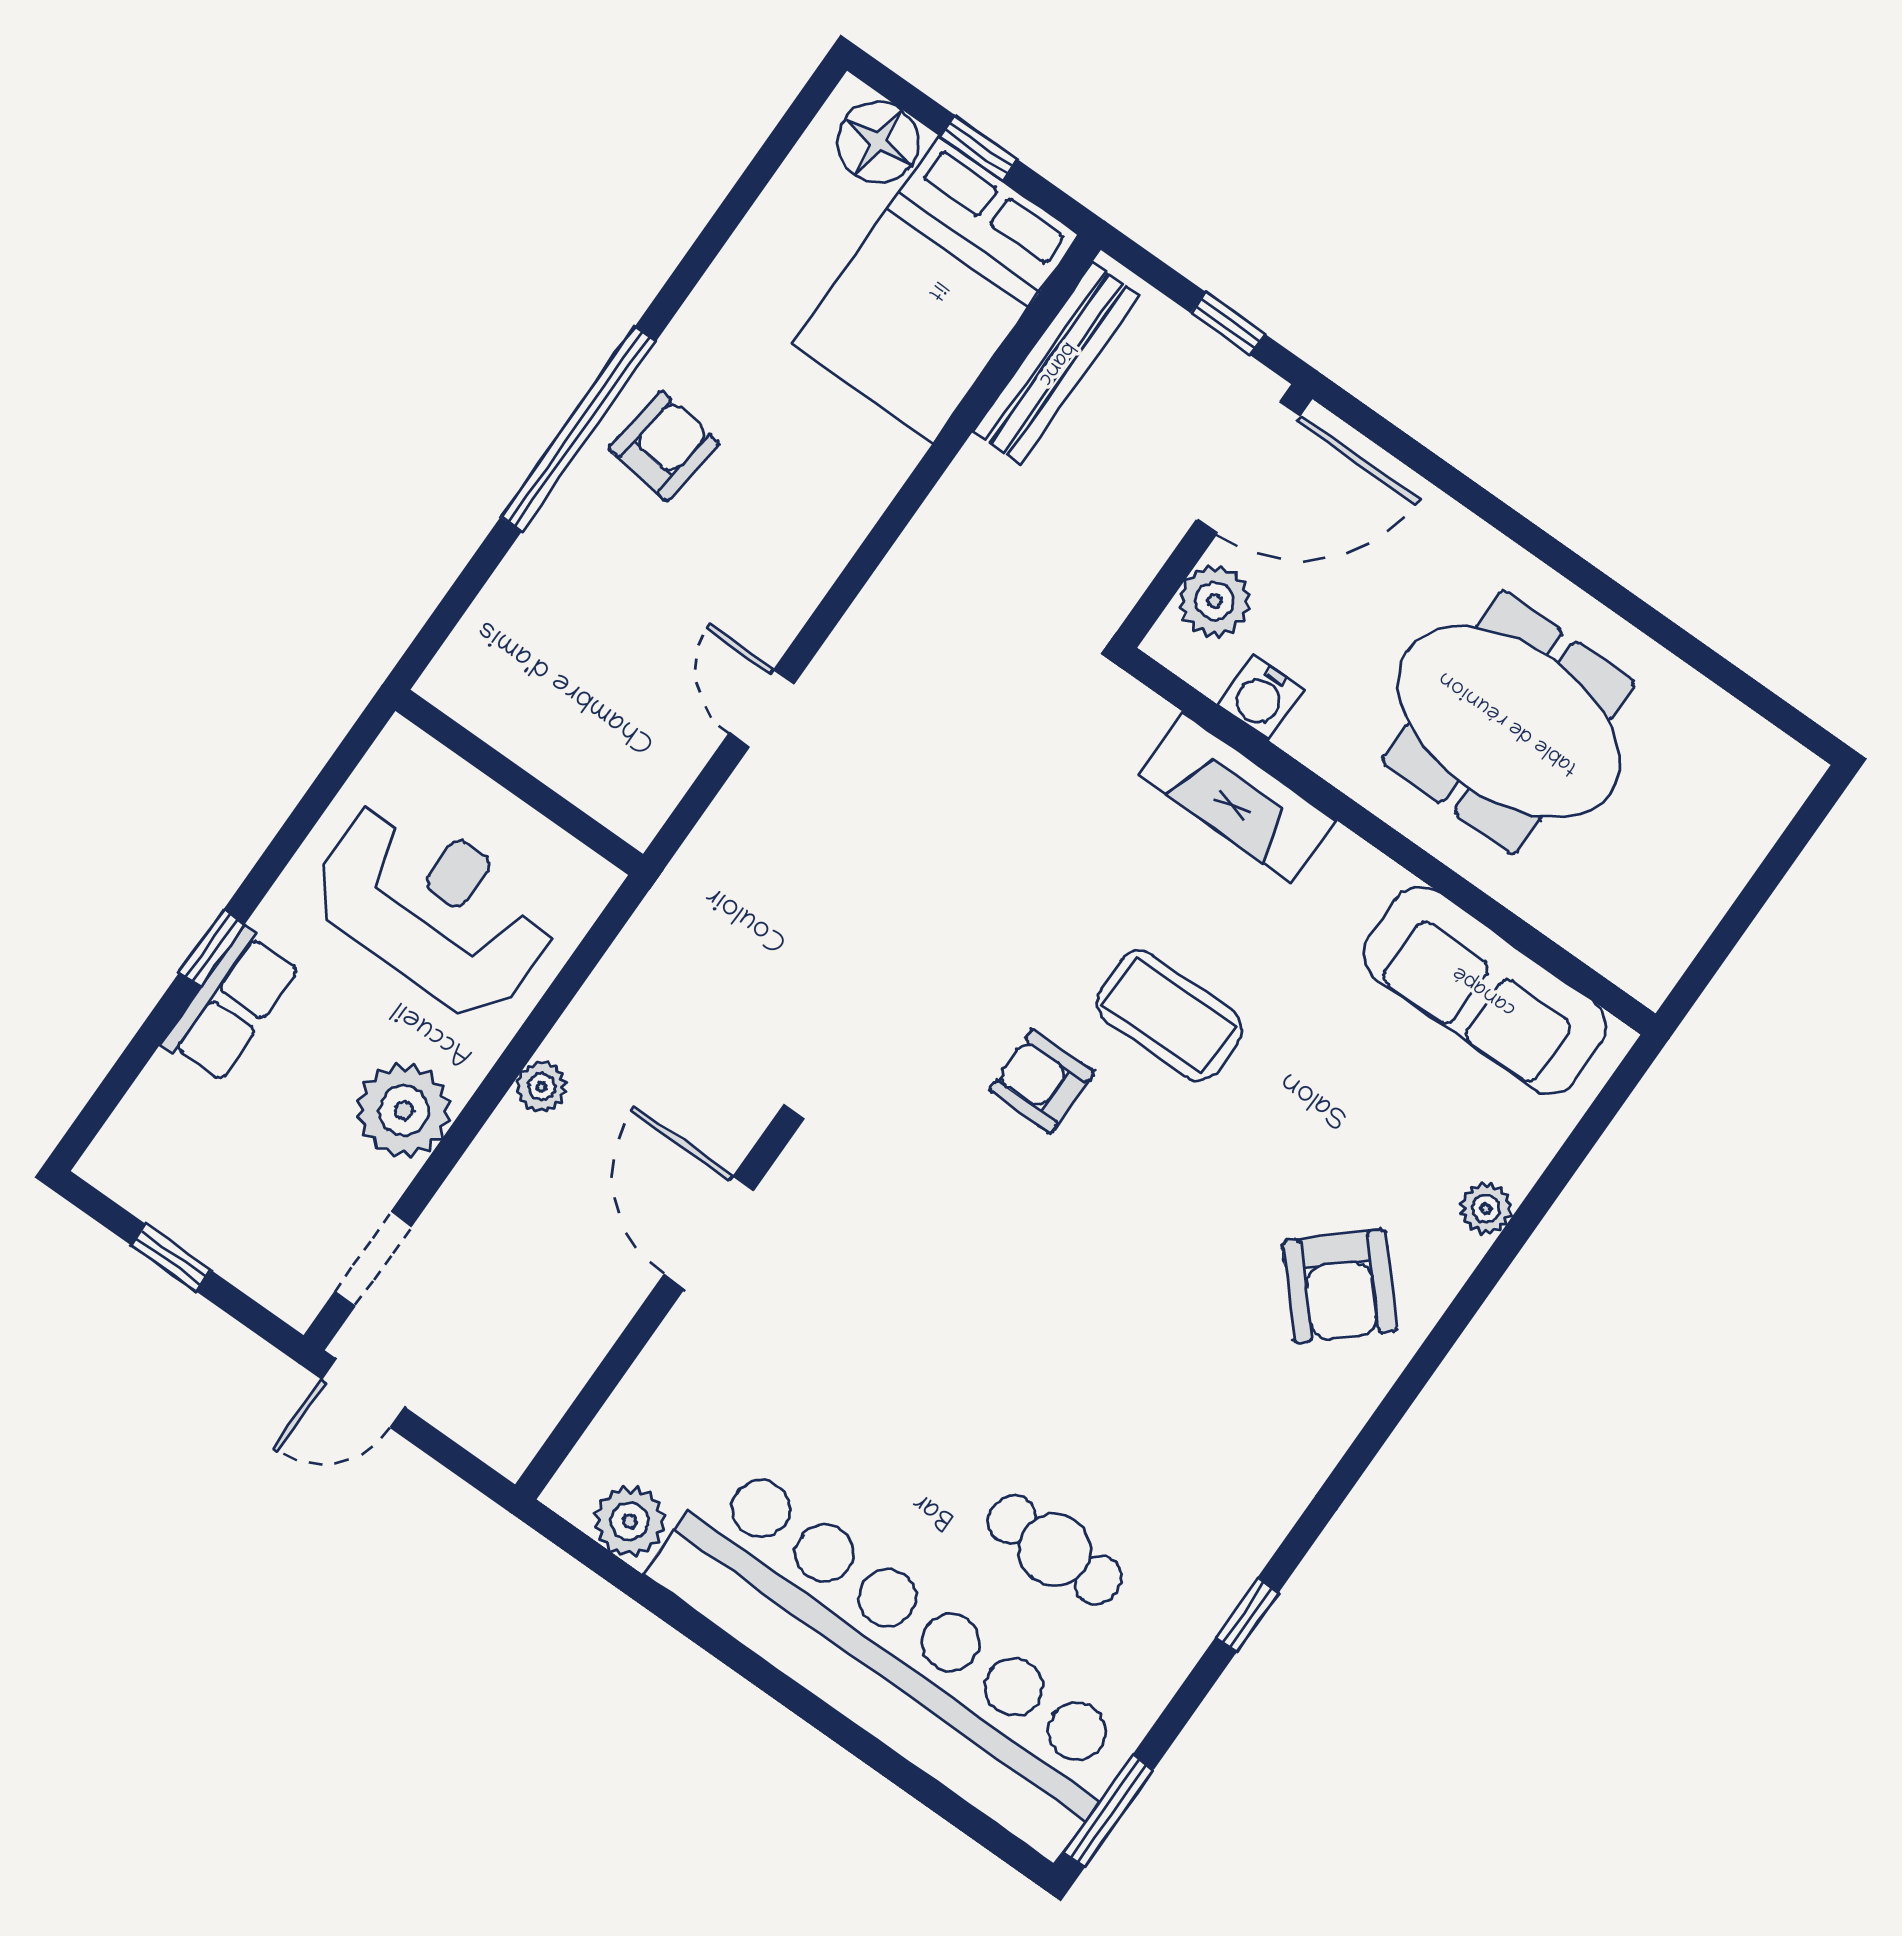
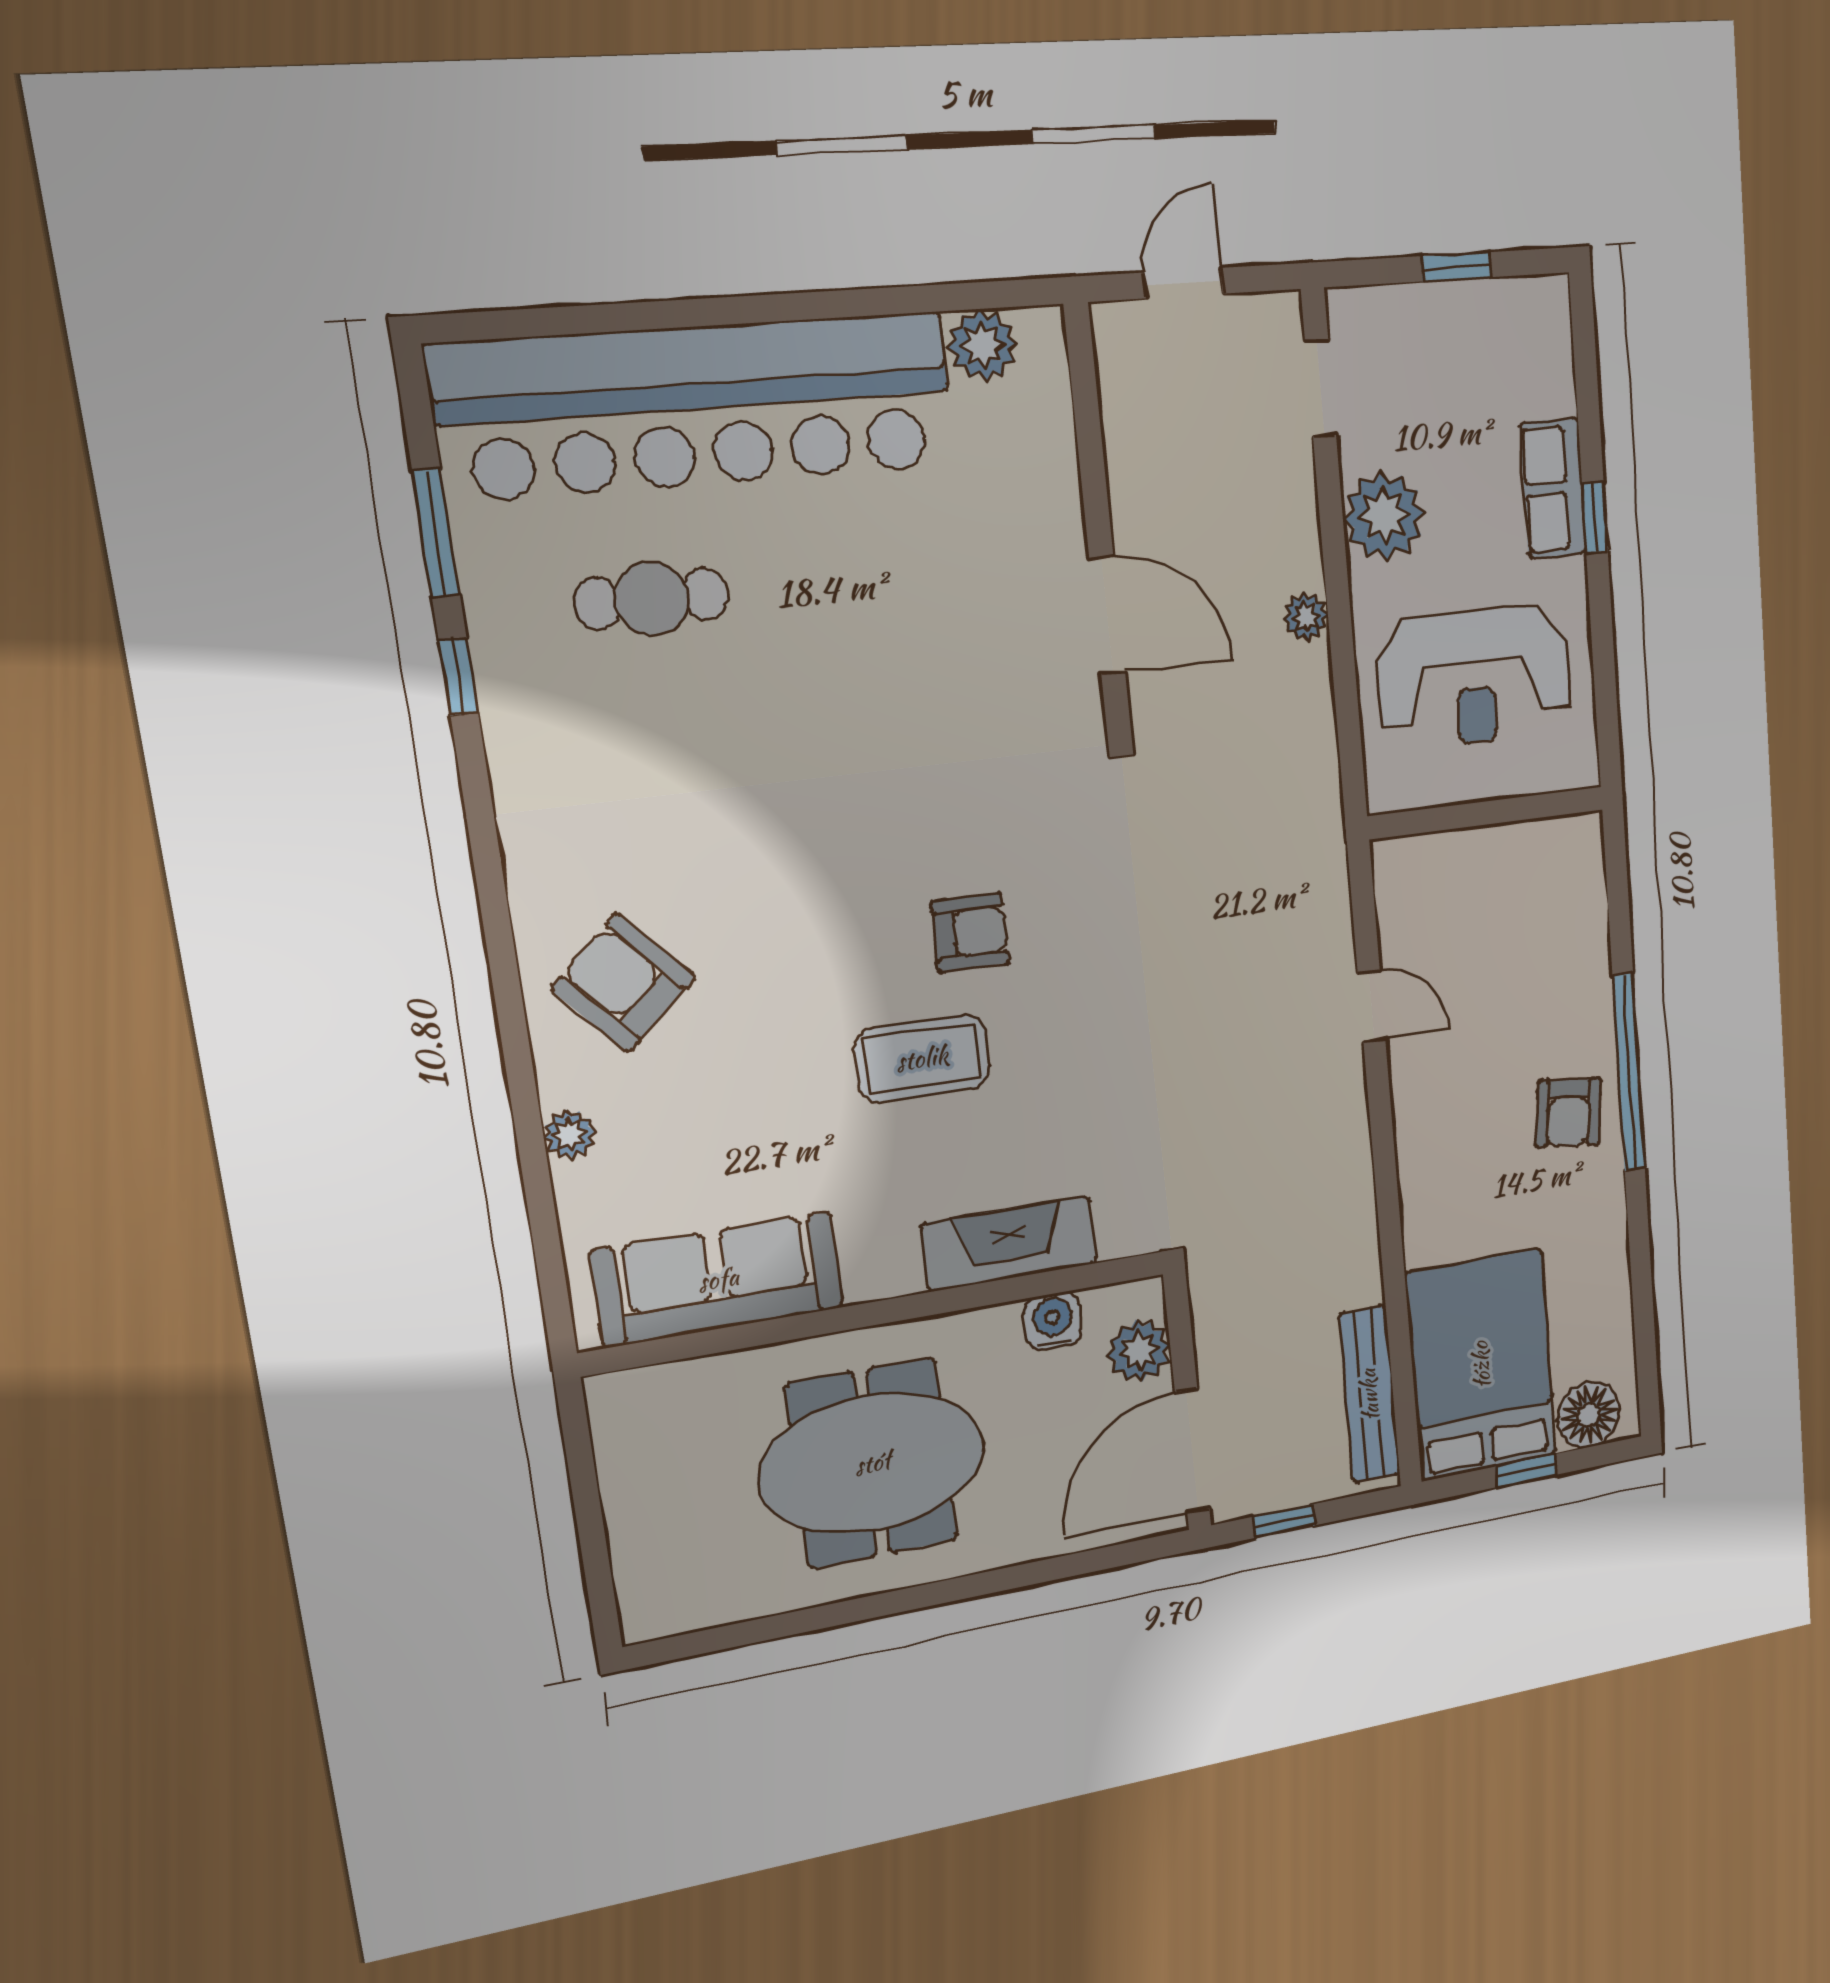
door: (363, 1393) -> (1183, 283), moved
window: (1109, 1811) -> (436, 533), moved

